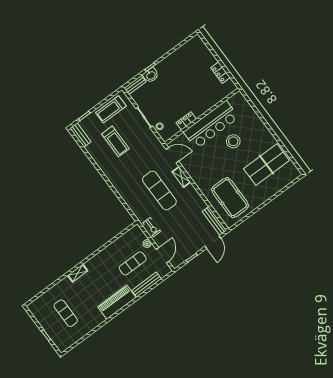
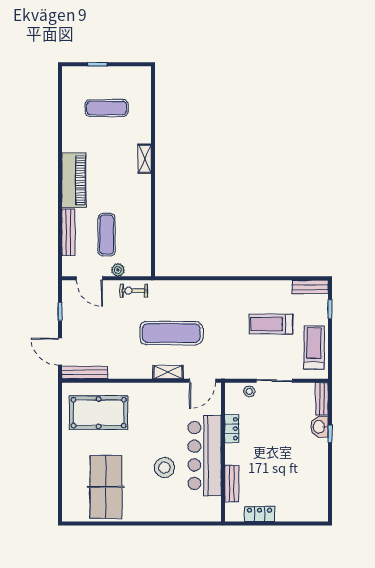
bench: (215, 99) -> (232, 484), added

